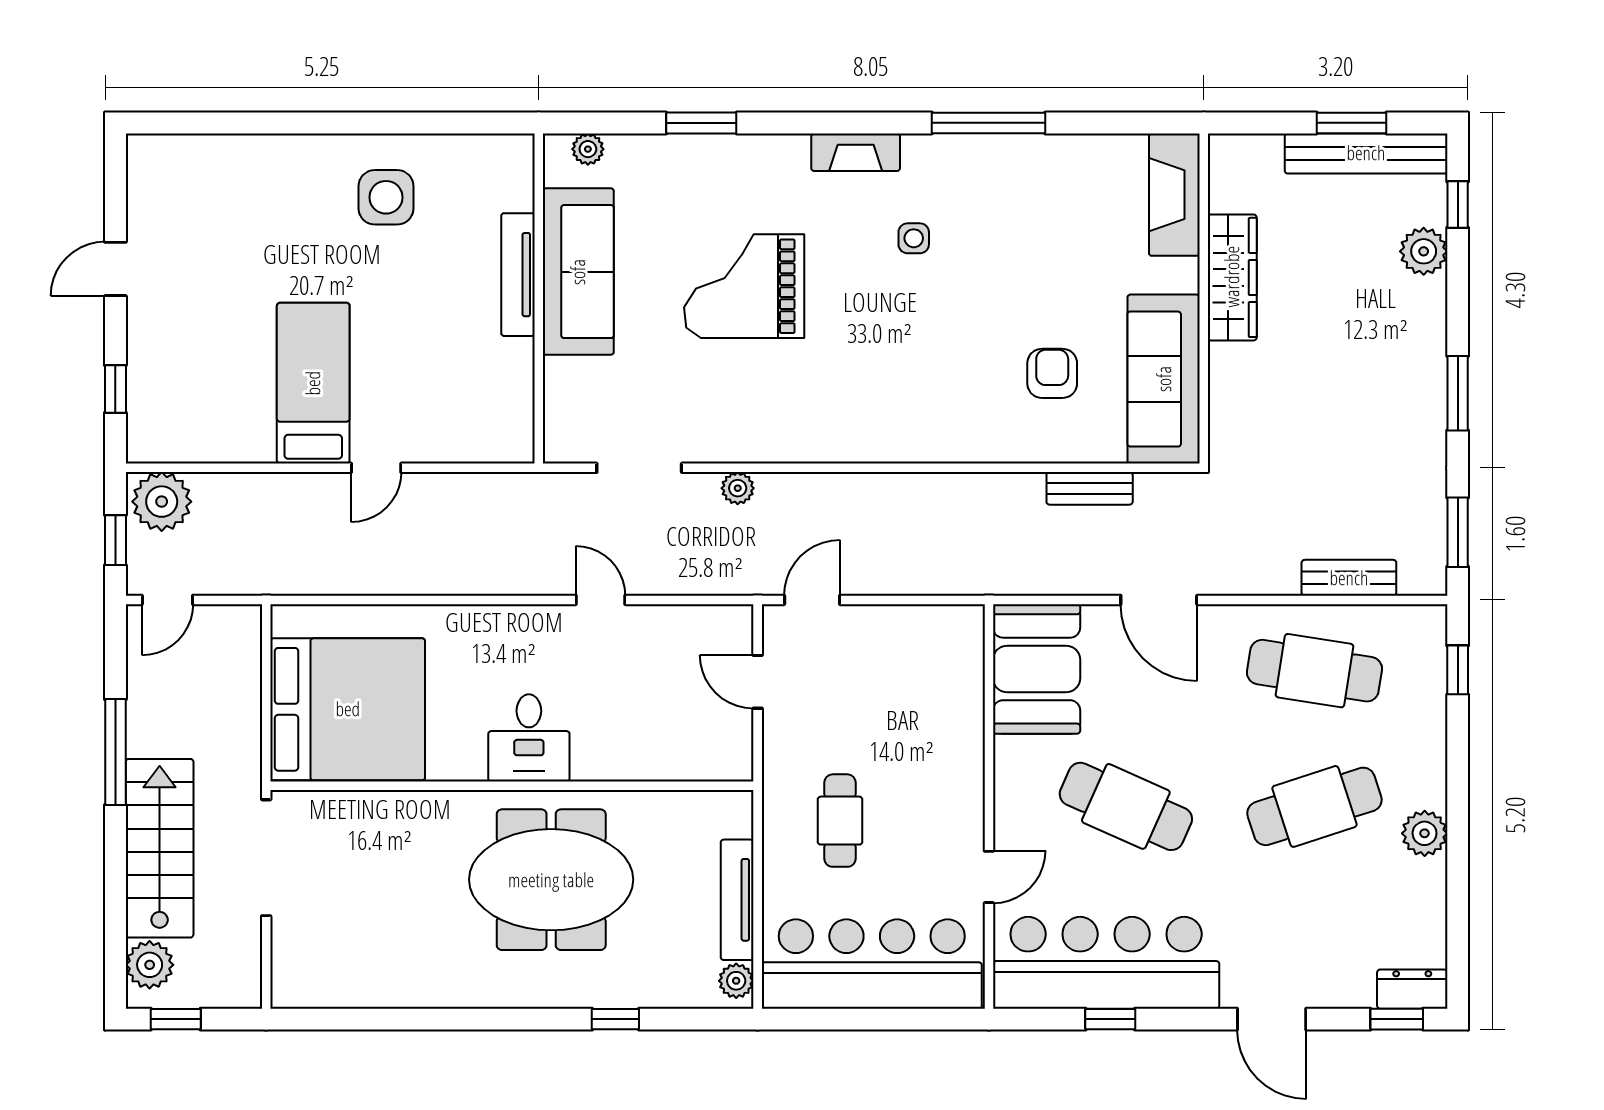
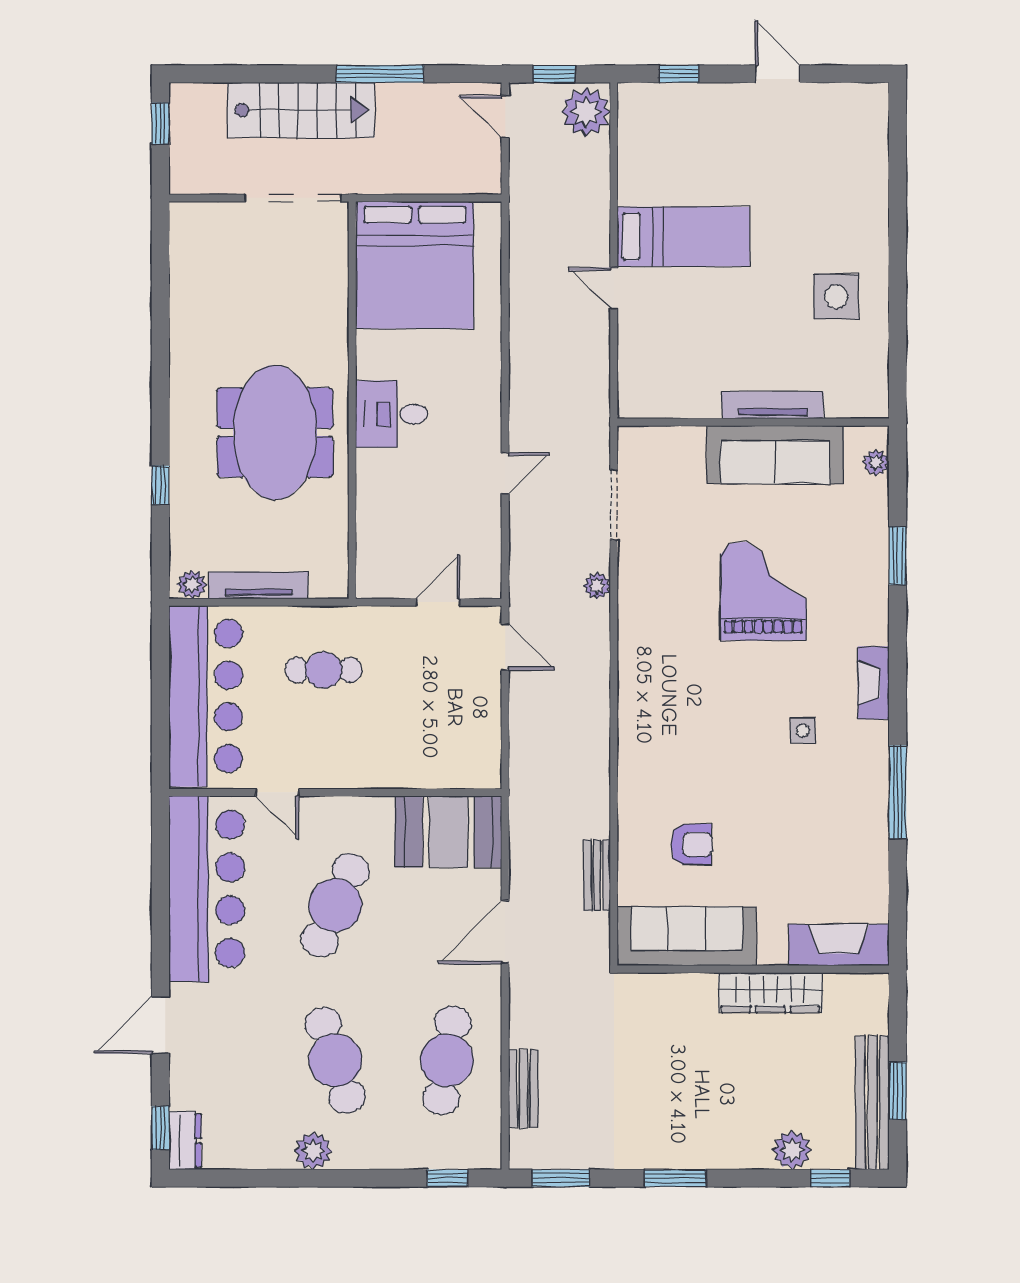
plant: (150, 965) -> (205, 102), removed
window: (1110, 1019) -> (160, 892), removed

